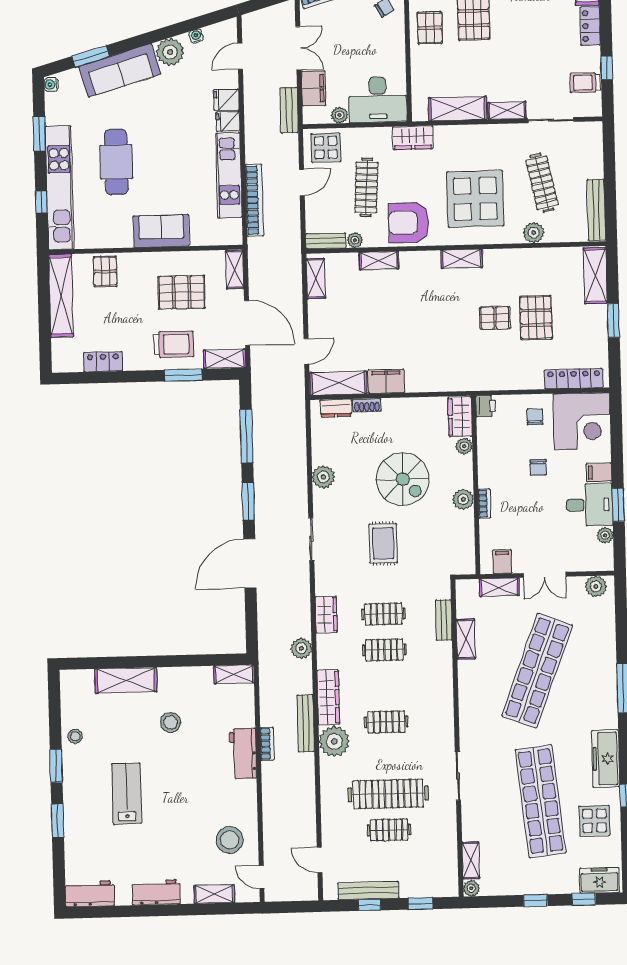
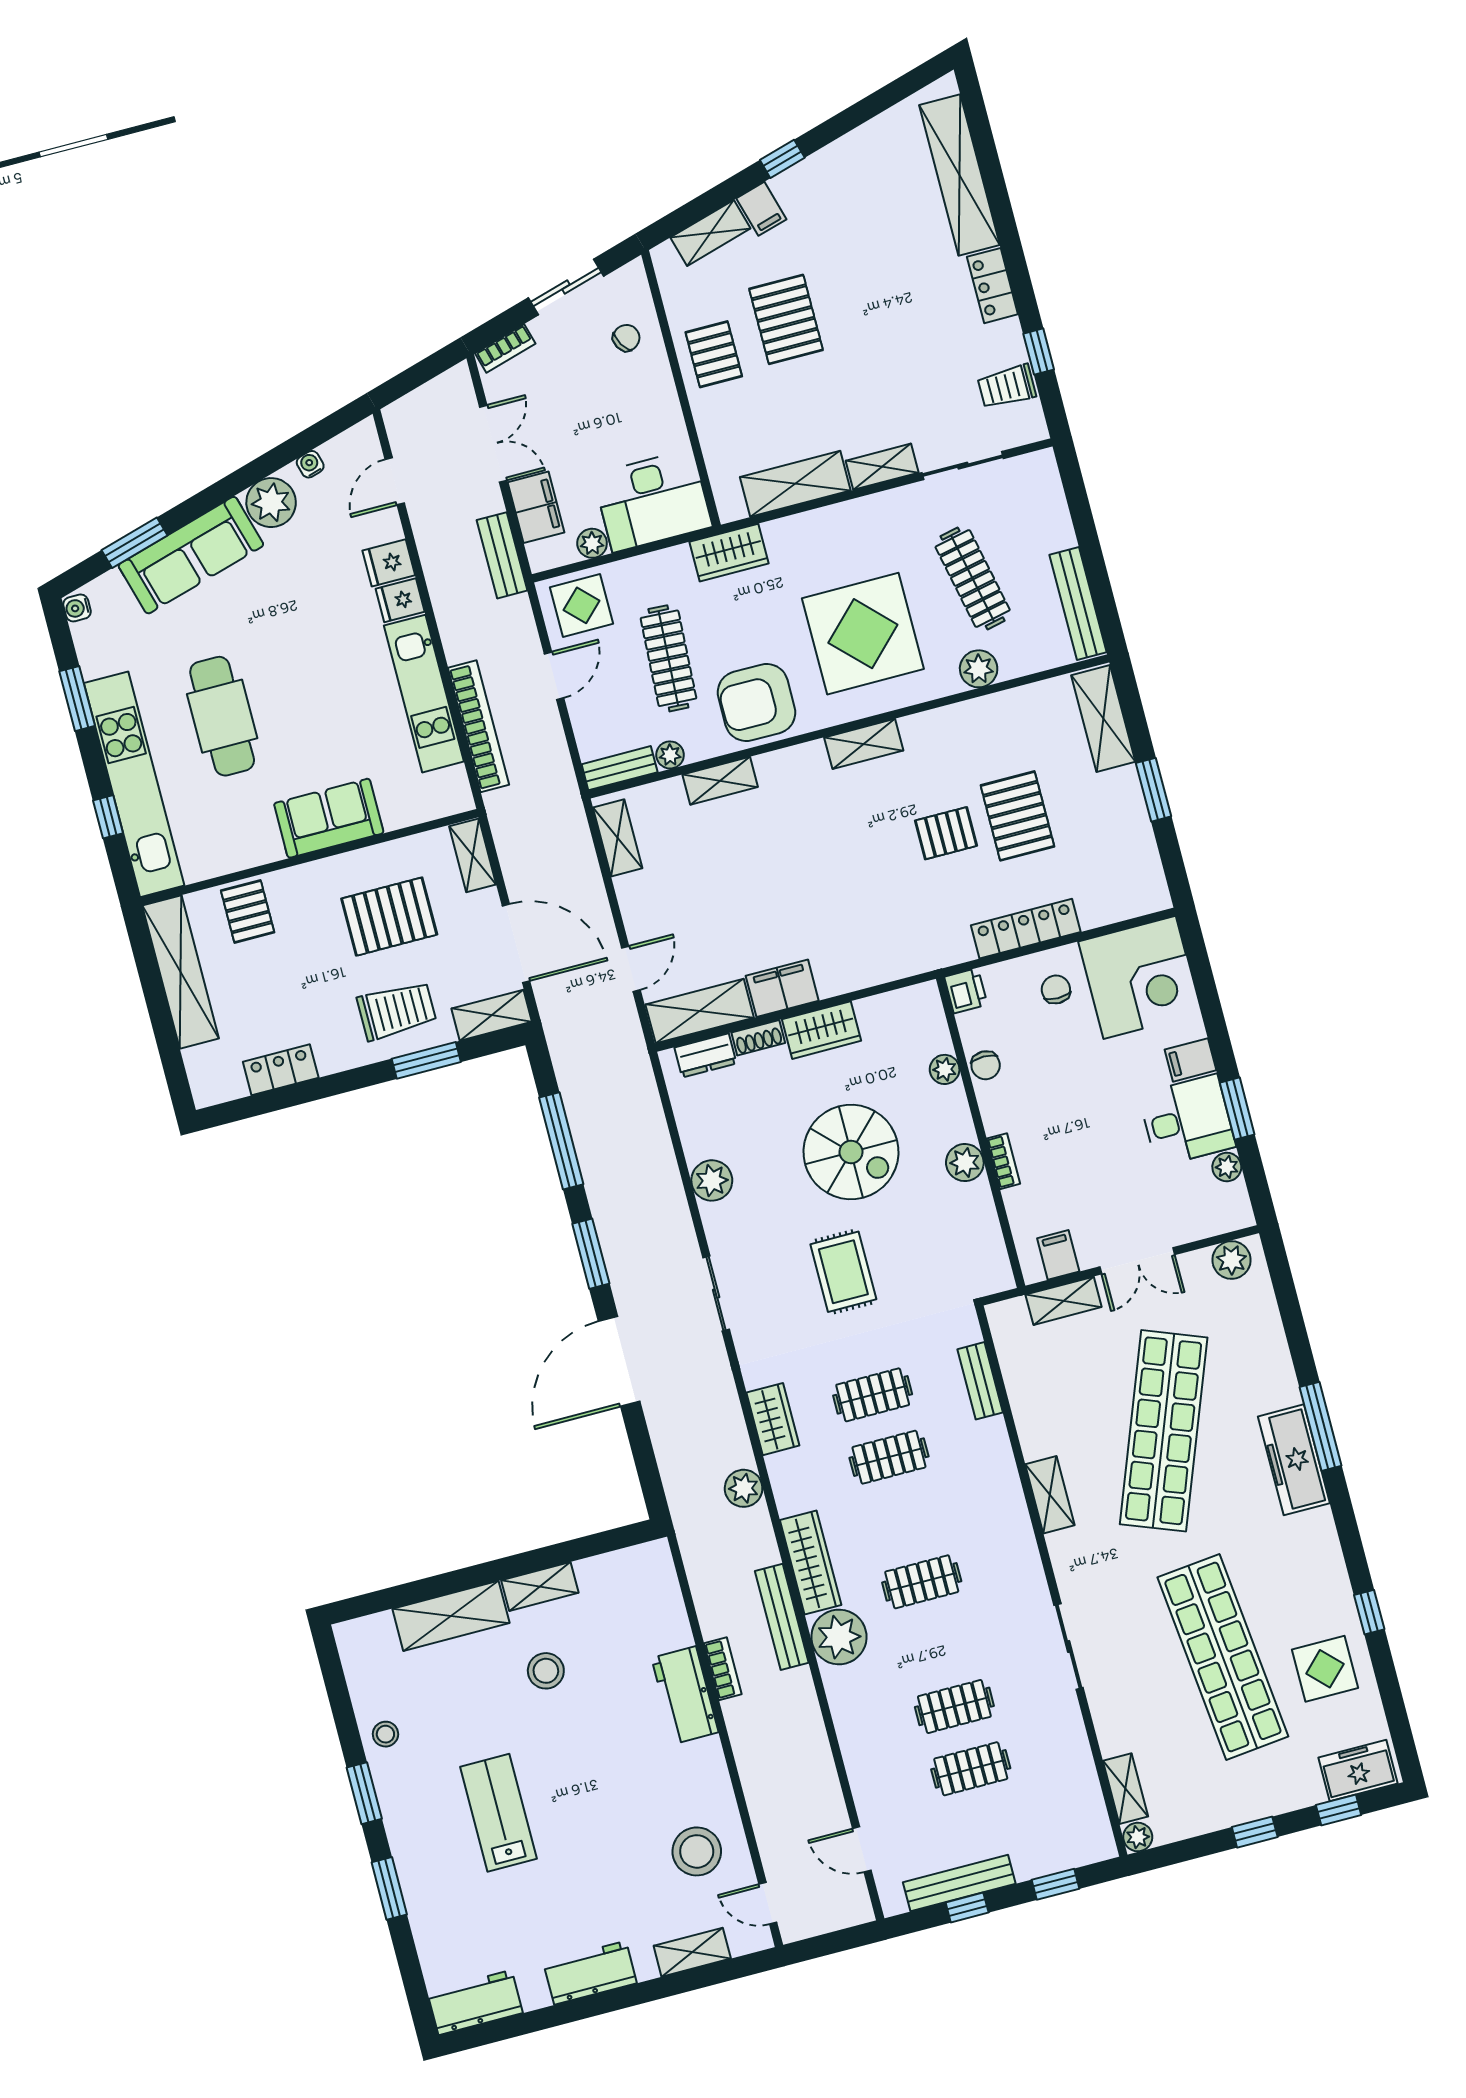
locker: (574, 379) -> (1026, 929), moved
wardrobe: (460, 417) -> (821, 1030), moved, turned -90
chair: (538, 467) -> (986, 1065), moved
shelving: (466, 639) -> (1050, 1495), moved
shelving: (234, 674) -> (540, 1586), moved
freezer: (606, 759) -> (1294, 1460), moved
clothes rail: (388, 794) -> (954, 1706), width x0.54, depth x0.76

